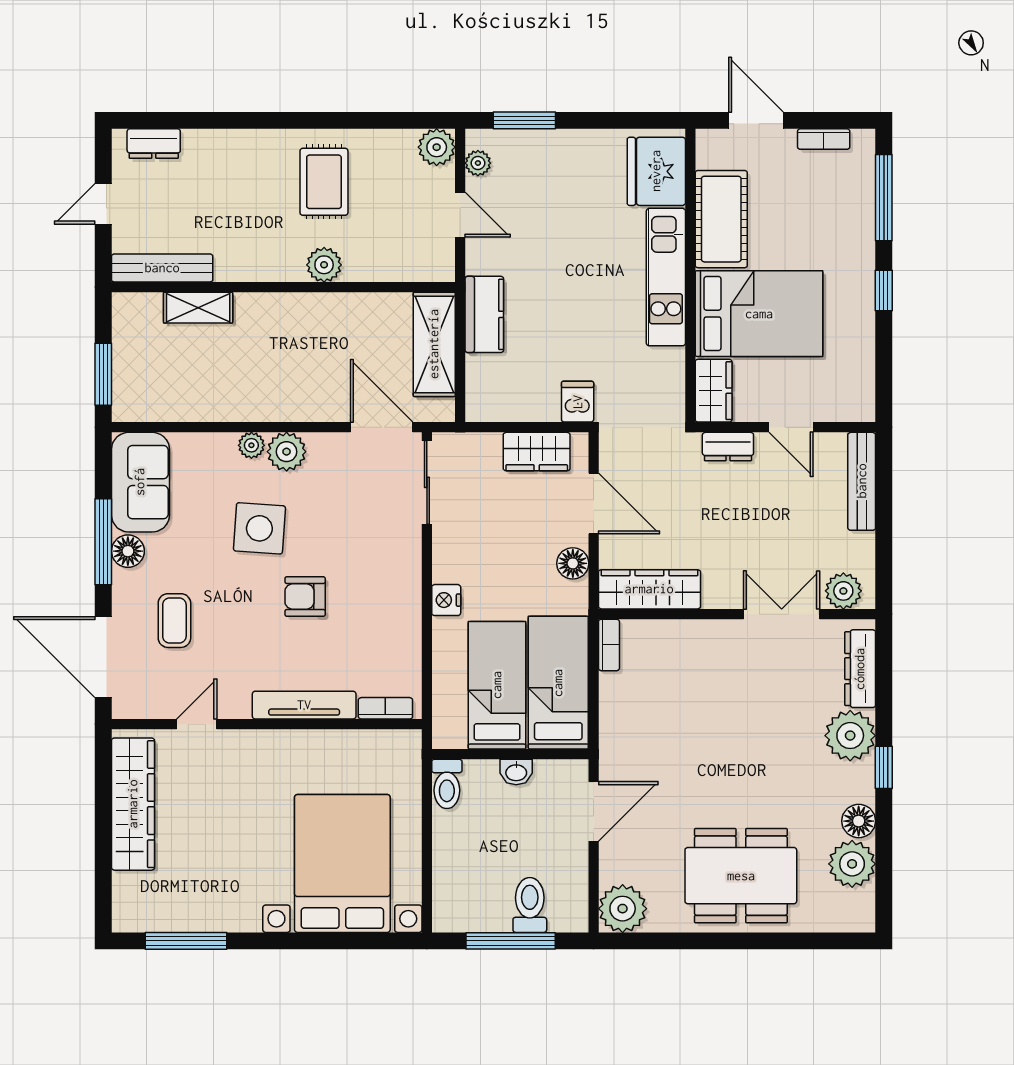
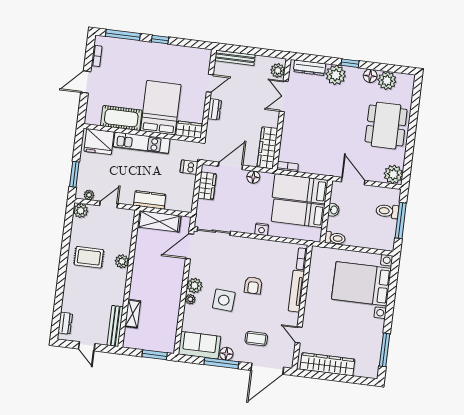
fridge: (656, 171) -> (99, 142), moved
cot: (721, 219) -> (121, 118), moved
wall: (690, 275) -> (142, 133), moved
kitchen unit: (666, 277) -> (142, 143), moved
bed: (759, 314) -> (161, 108), moved
wardrobe: (714, 391) -> (189, 130), moved

